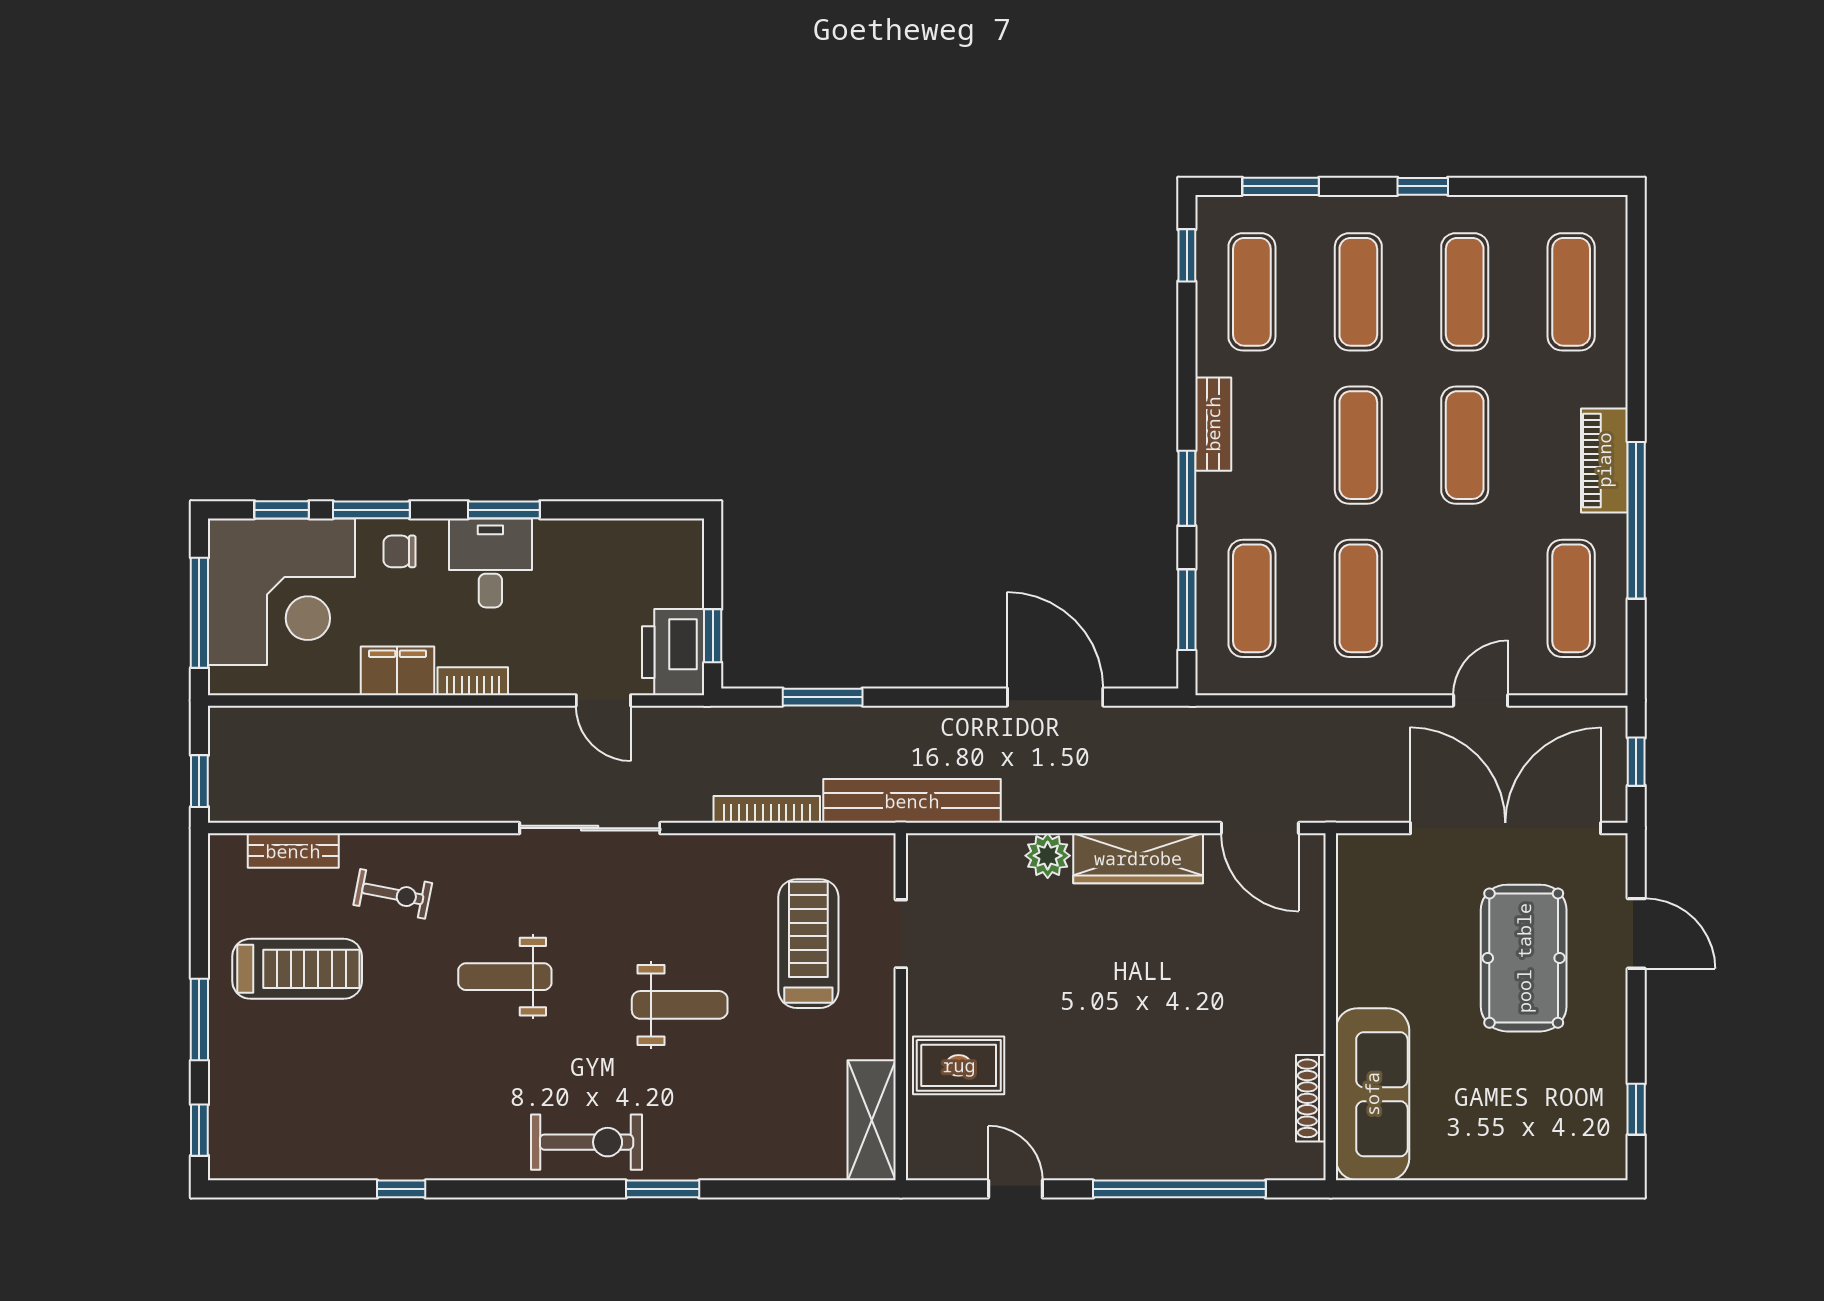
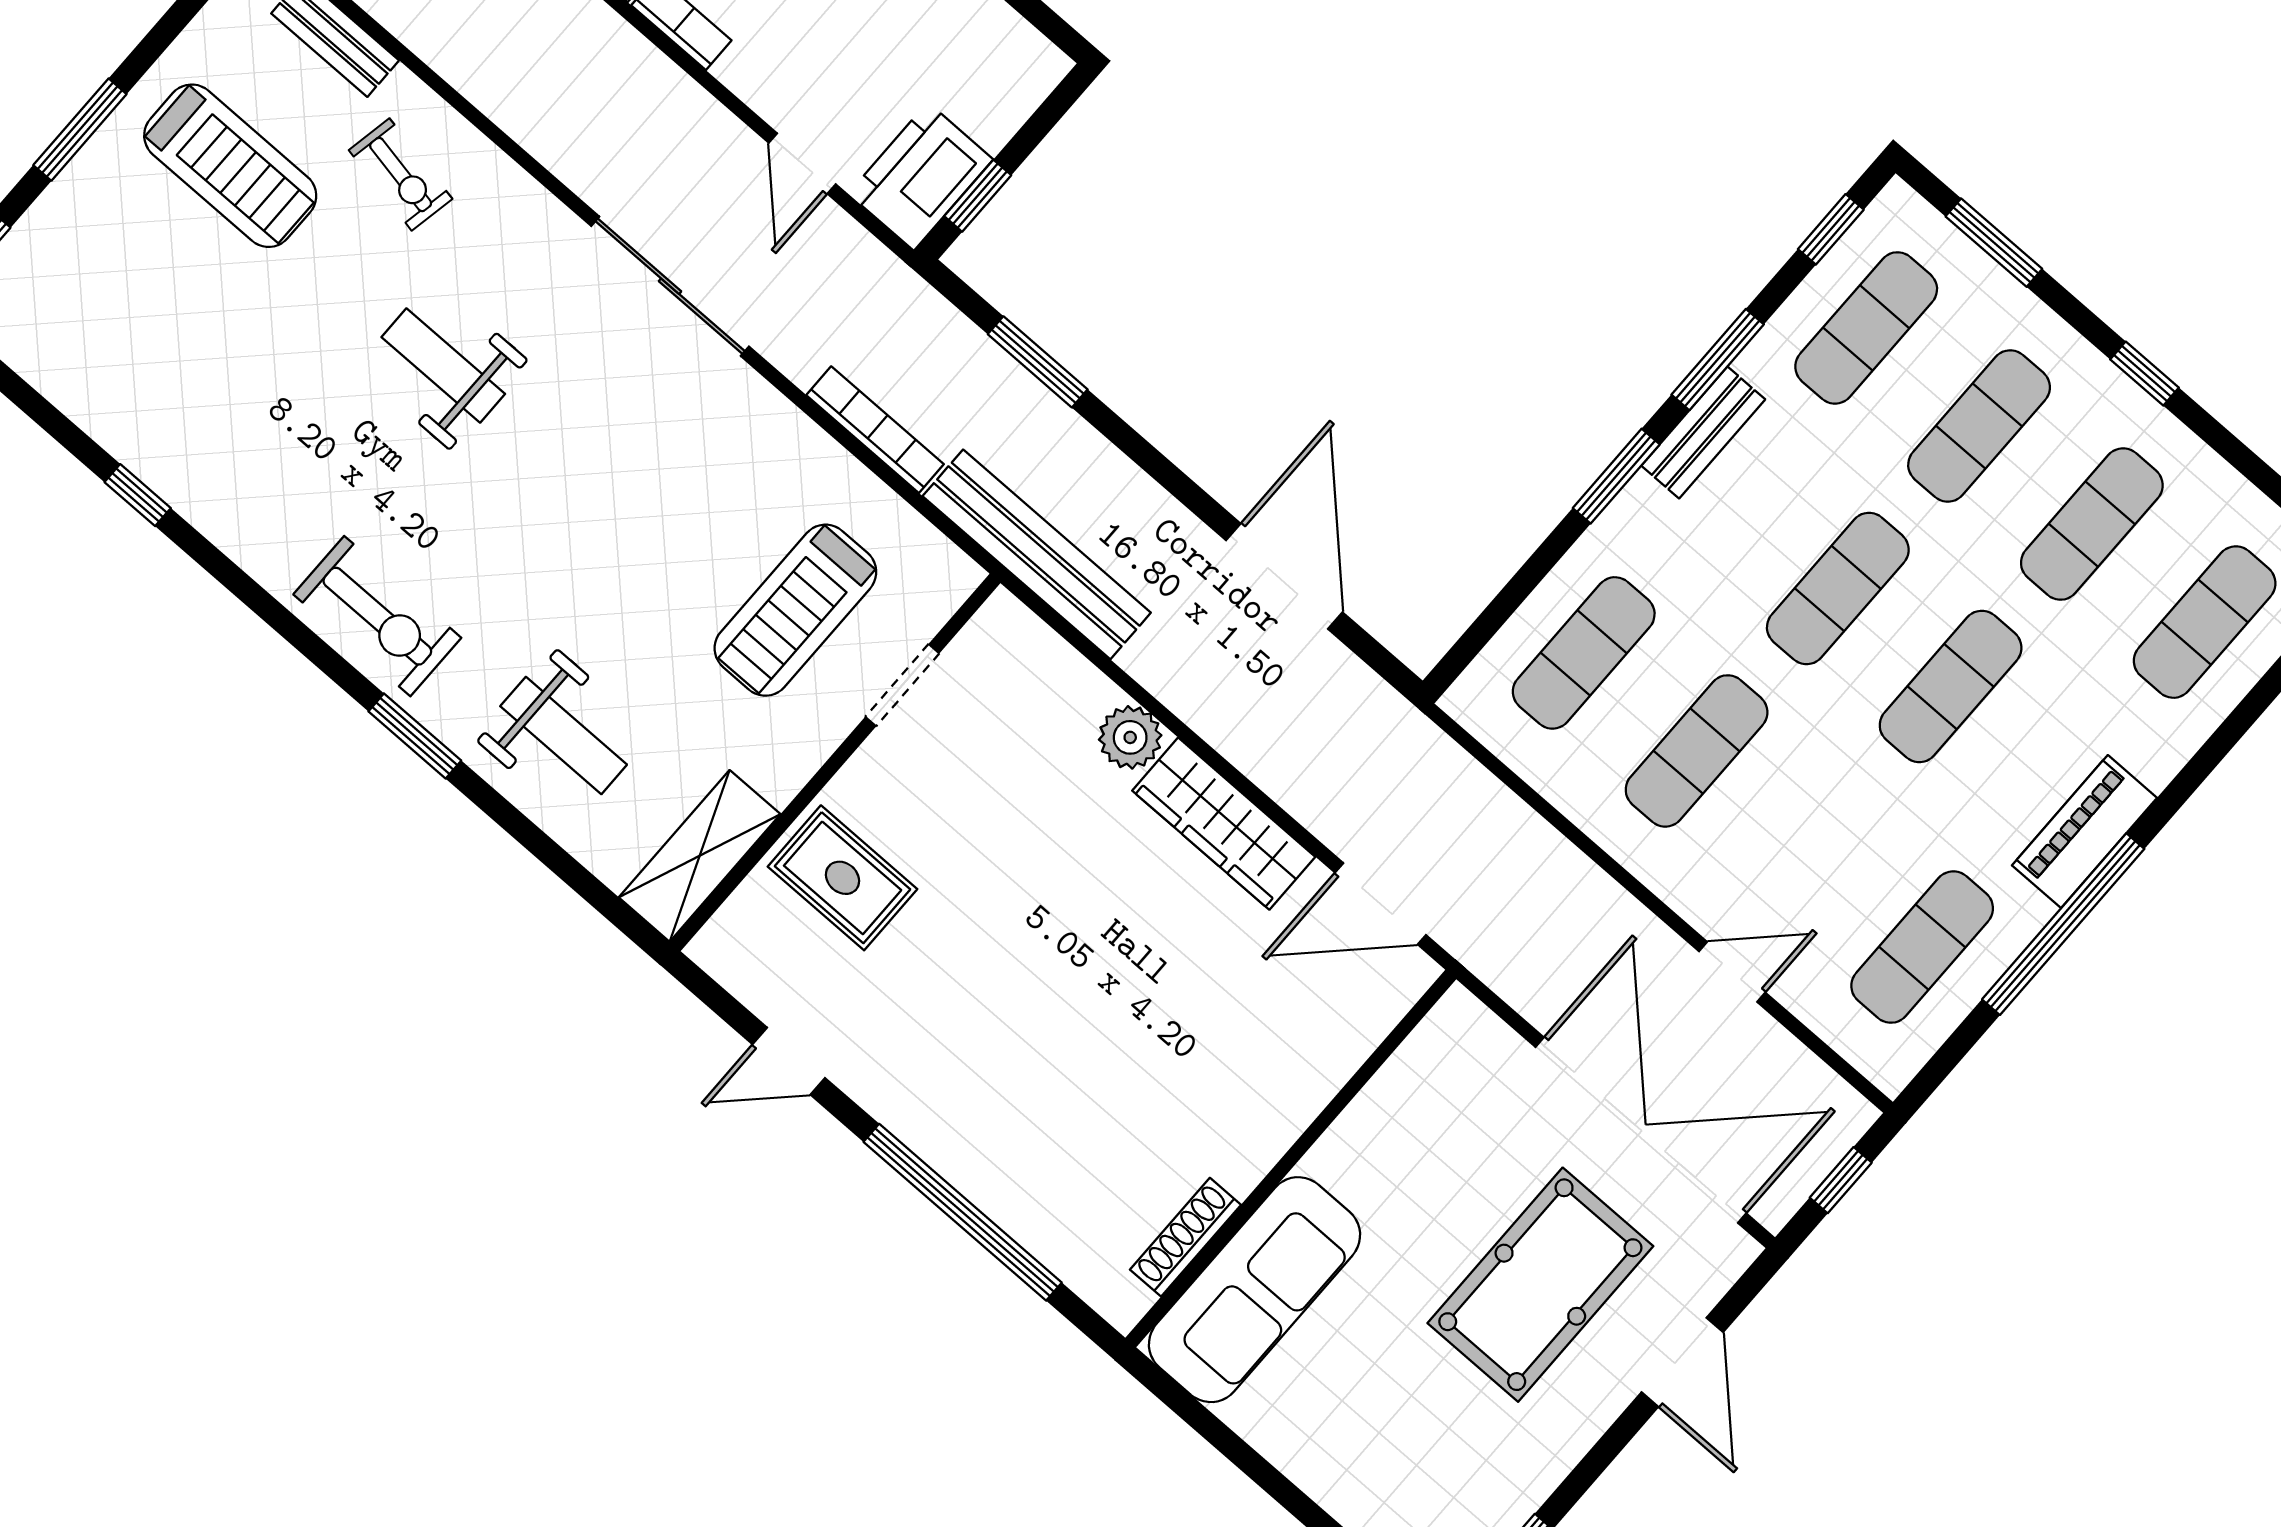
window: (1187, 610) -> (1718, 360), moved
door: (1260, 828) -> (1380, 904), hinge flipped
treadmill: (808, 944) -> (795, 610), turned 180
weight bench: (680, 1005) -> (564, 735), moved
door: (1015, 1189) -> (789, 1061), swing flipped

